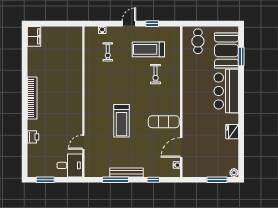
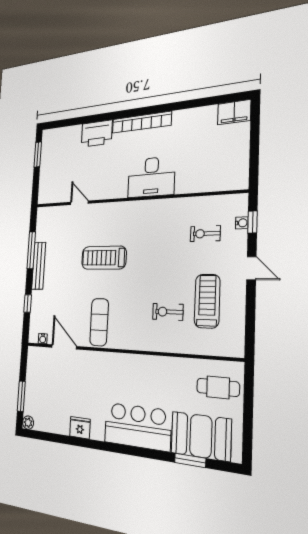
window: (152, 24) -> (253, 222), moved
printer: (33, 137) -> (97, 134), width x1.87, depth x1.48
desk: (70, 165) -> (151, 177), moved, width x1.37

